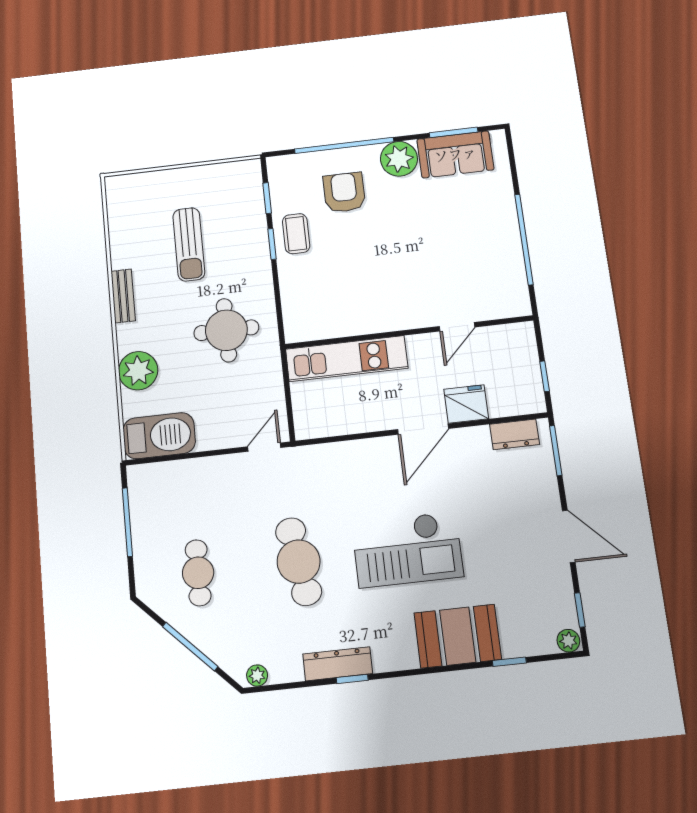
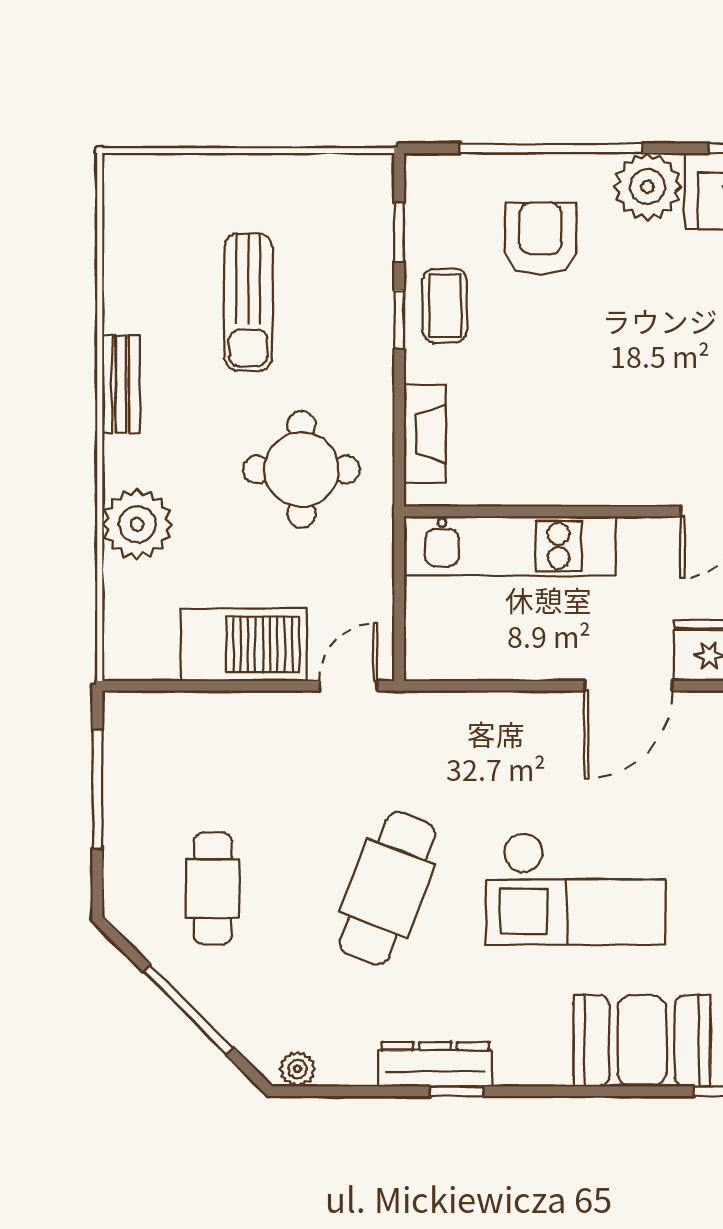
fireplace: (293, 303) -> (425, 434), added
barbecue: (159, 436) -> (244, 645), moved
cafe table: (299, 562) -> (387, 888), turned 30

